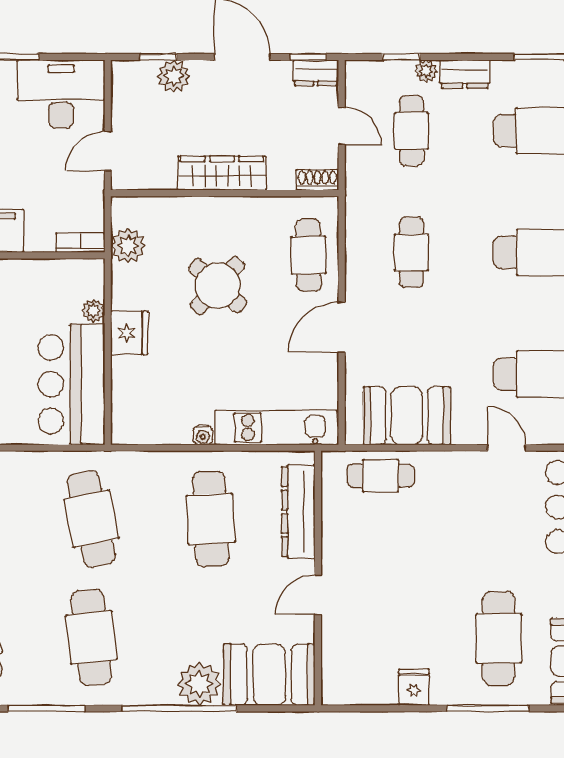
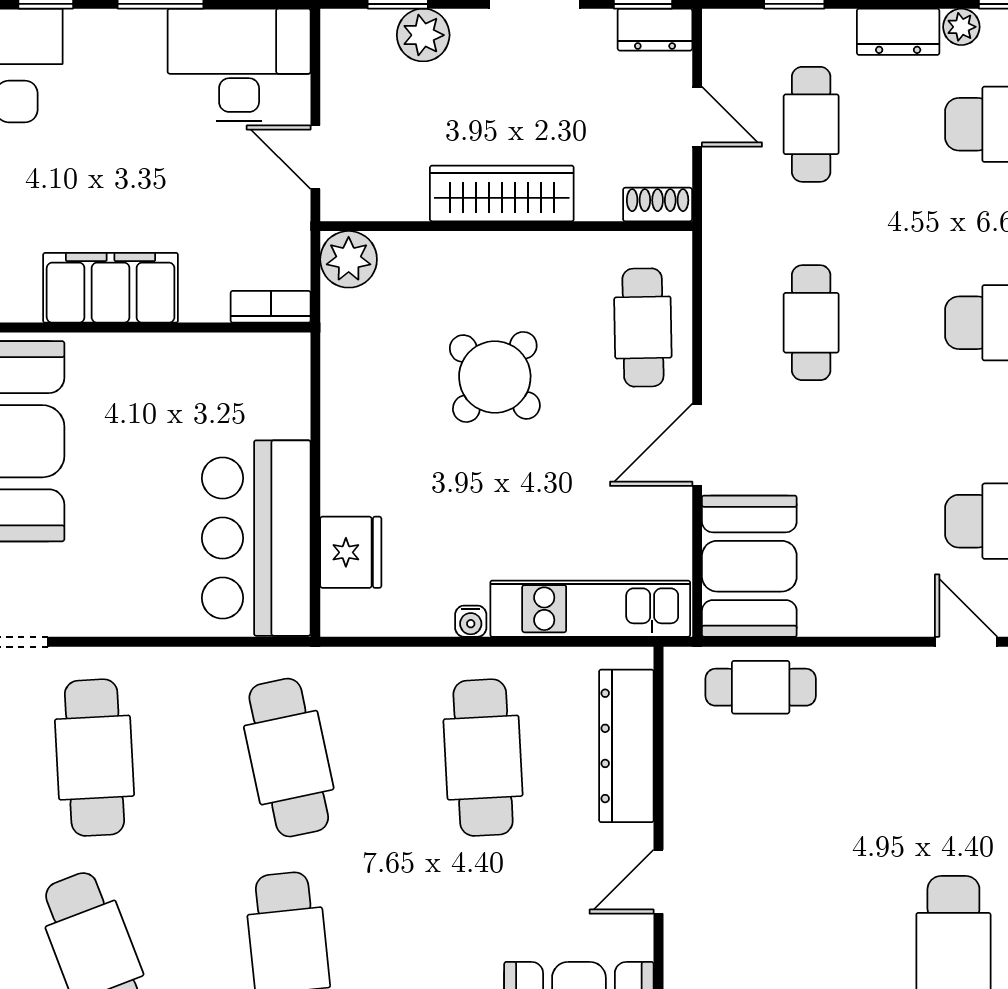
plant: (426, 71) -> (961, 27), moved
door: (108, 151) -> (315, 157), hinge flipped
plant: (128, 246) -> (349, 259), moved
plant: (93, 311) -> (292, 418), removed
fridge: (129, 333) -> (351, 552), moved
booth: (407, 416) -> (749, 566), moved, turned 90

